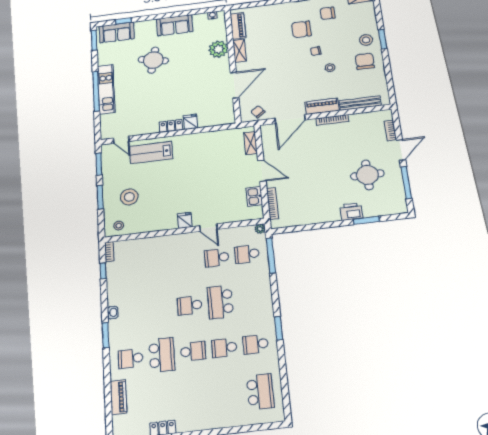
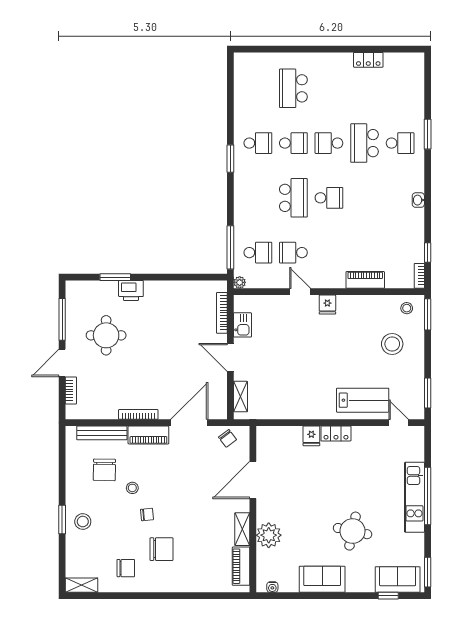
chair: (365, 61) -> (104, 470), moved
window: (100, 197) -> (428, 314), moved
school desk: (217, 258) -> (293, 253), turned 180
window: (106, 335) -> (428, 134), moved
school desk: (260, 392) -> (293, 88), moved
piano: (118, 397) -> (365, 280), moved, turned 90

